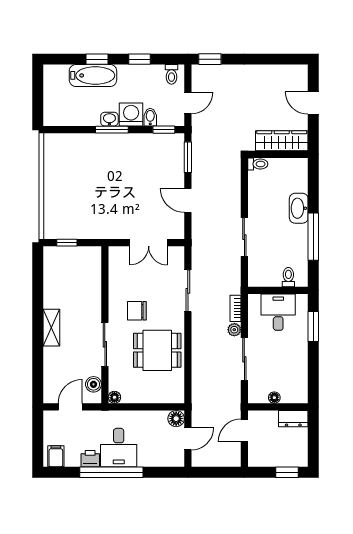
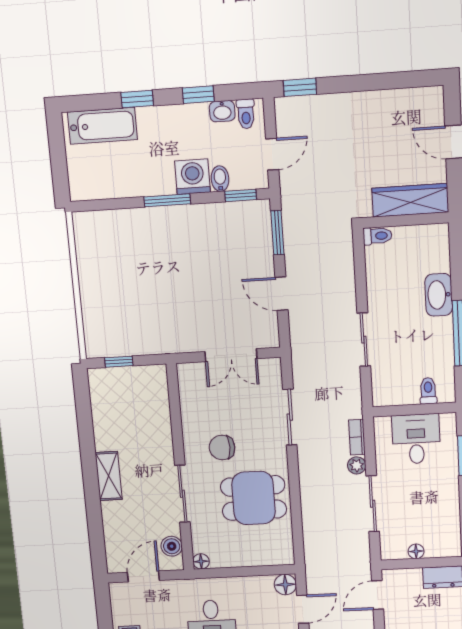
bathtub: (93, 75) -> (102, 126), moved
washbasin: (109, 119) -> (222, 111), moved, turned 180

